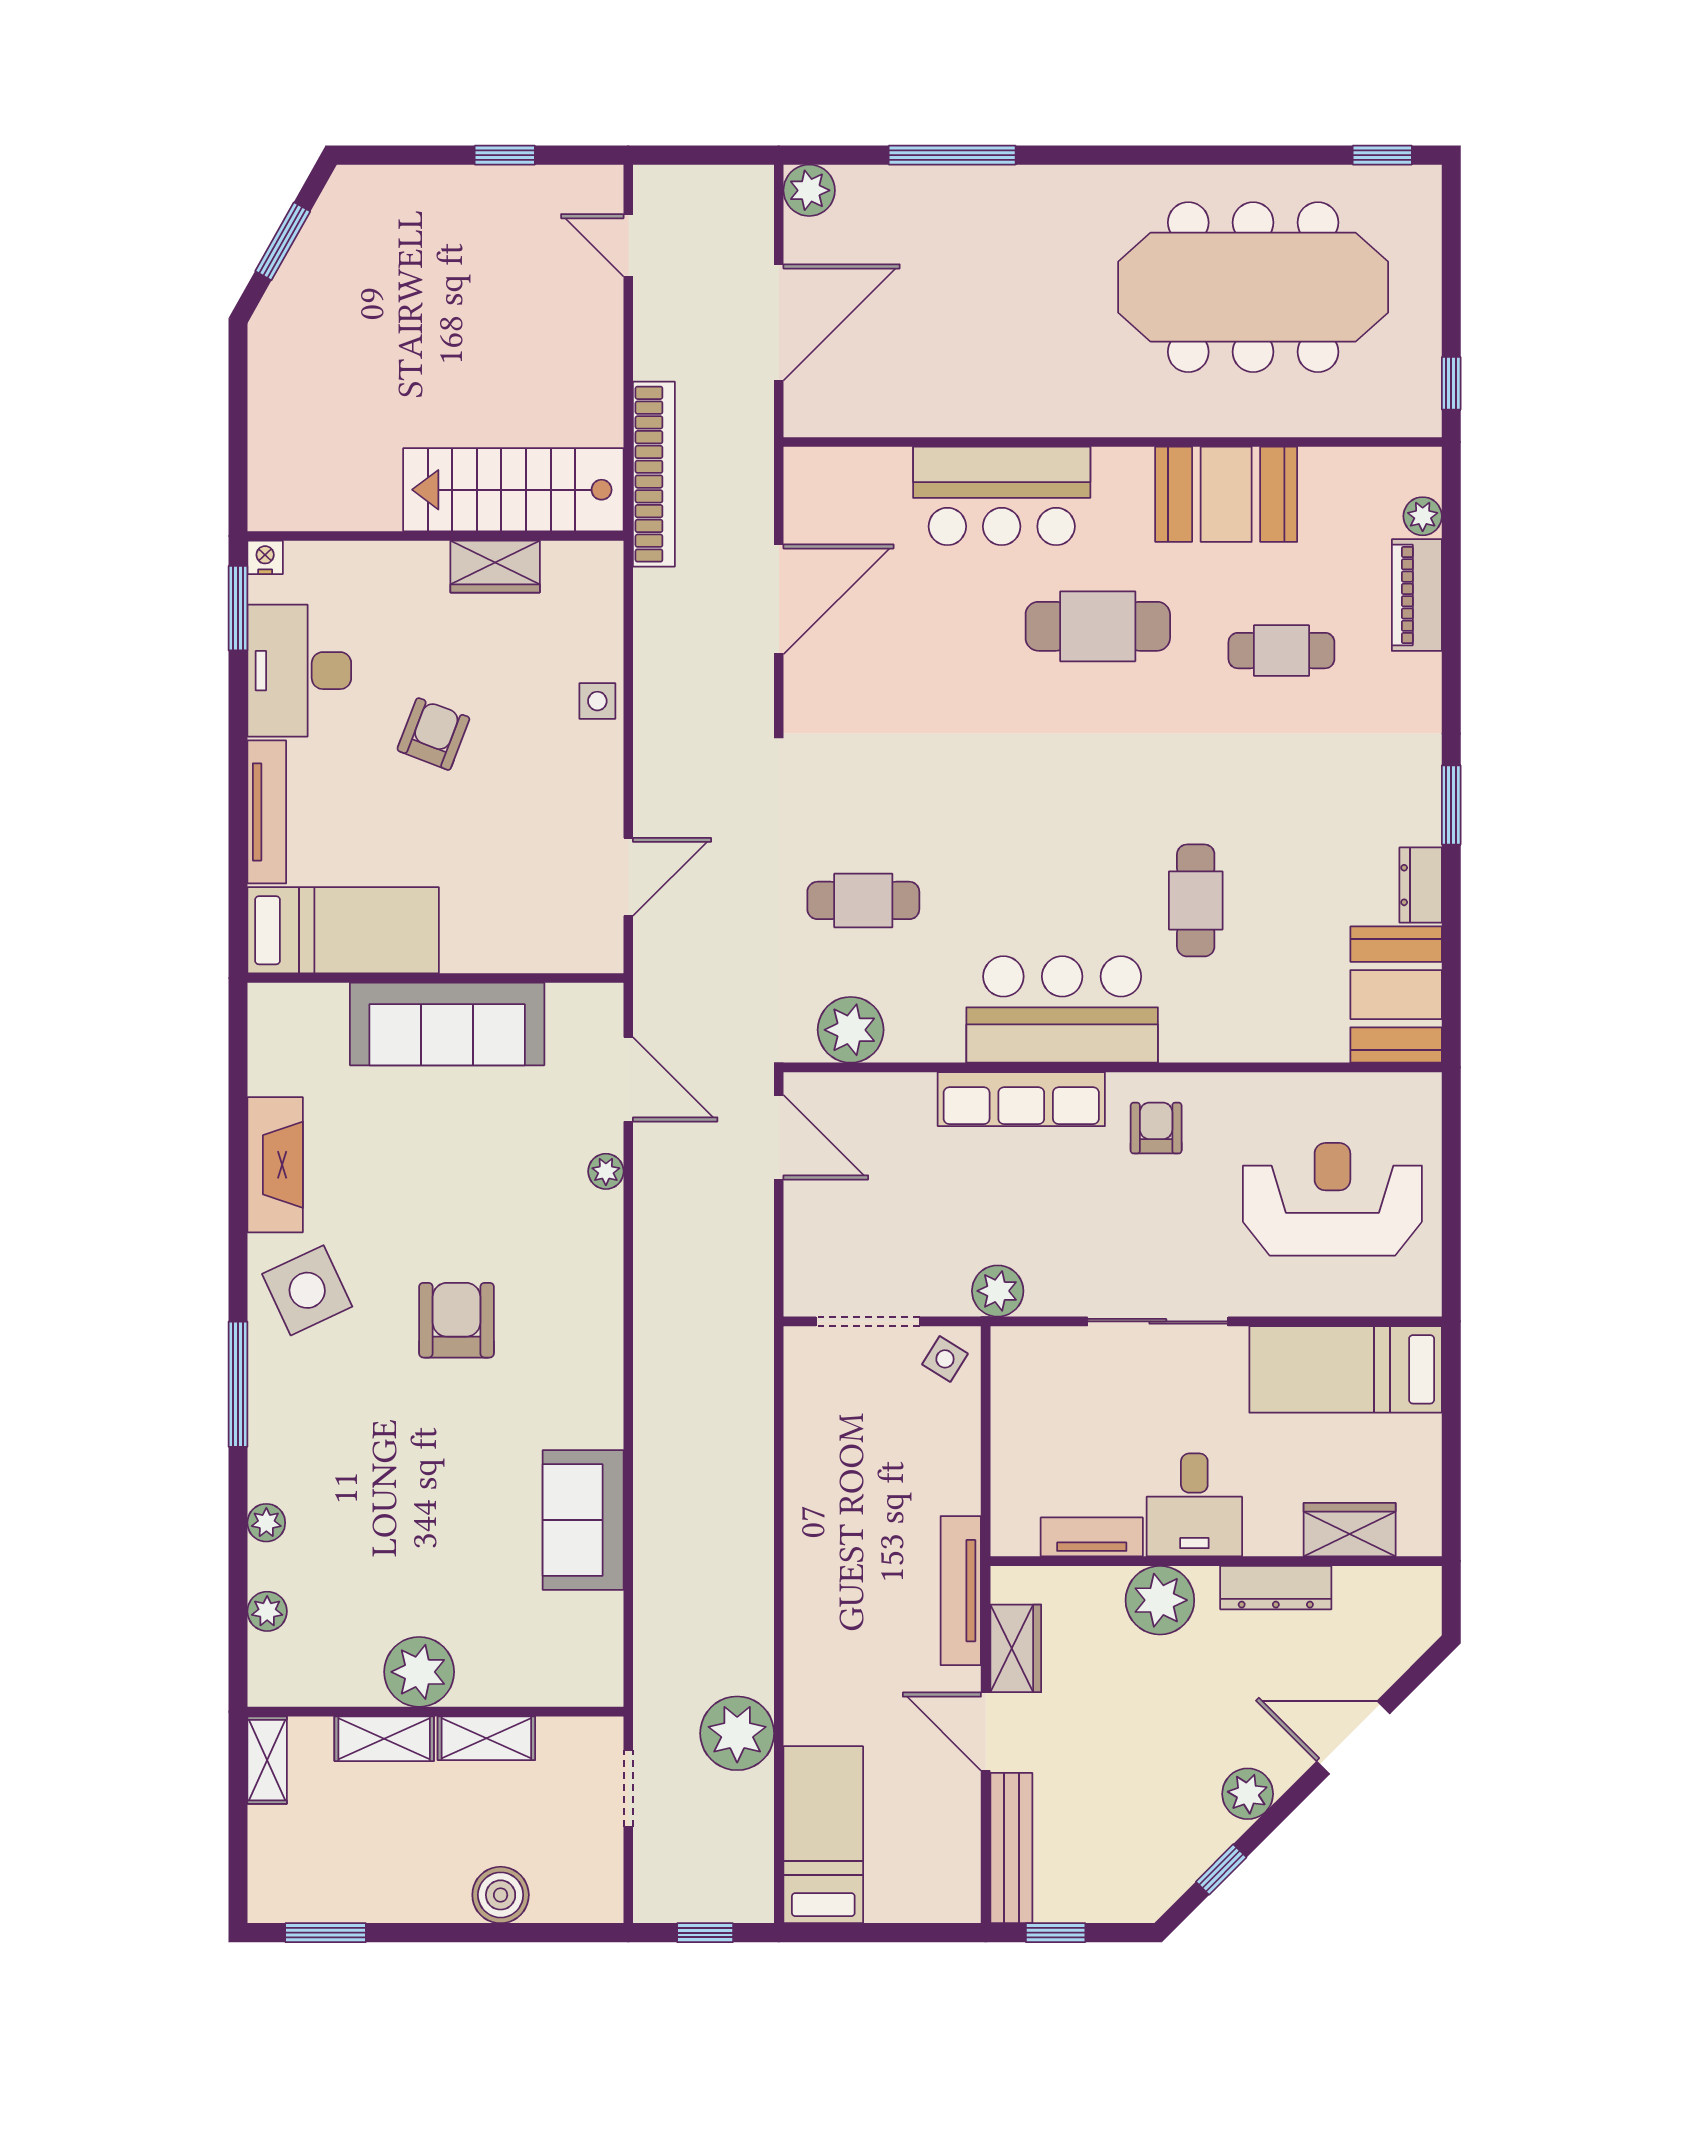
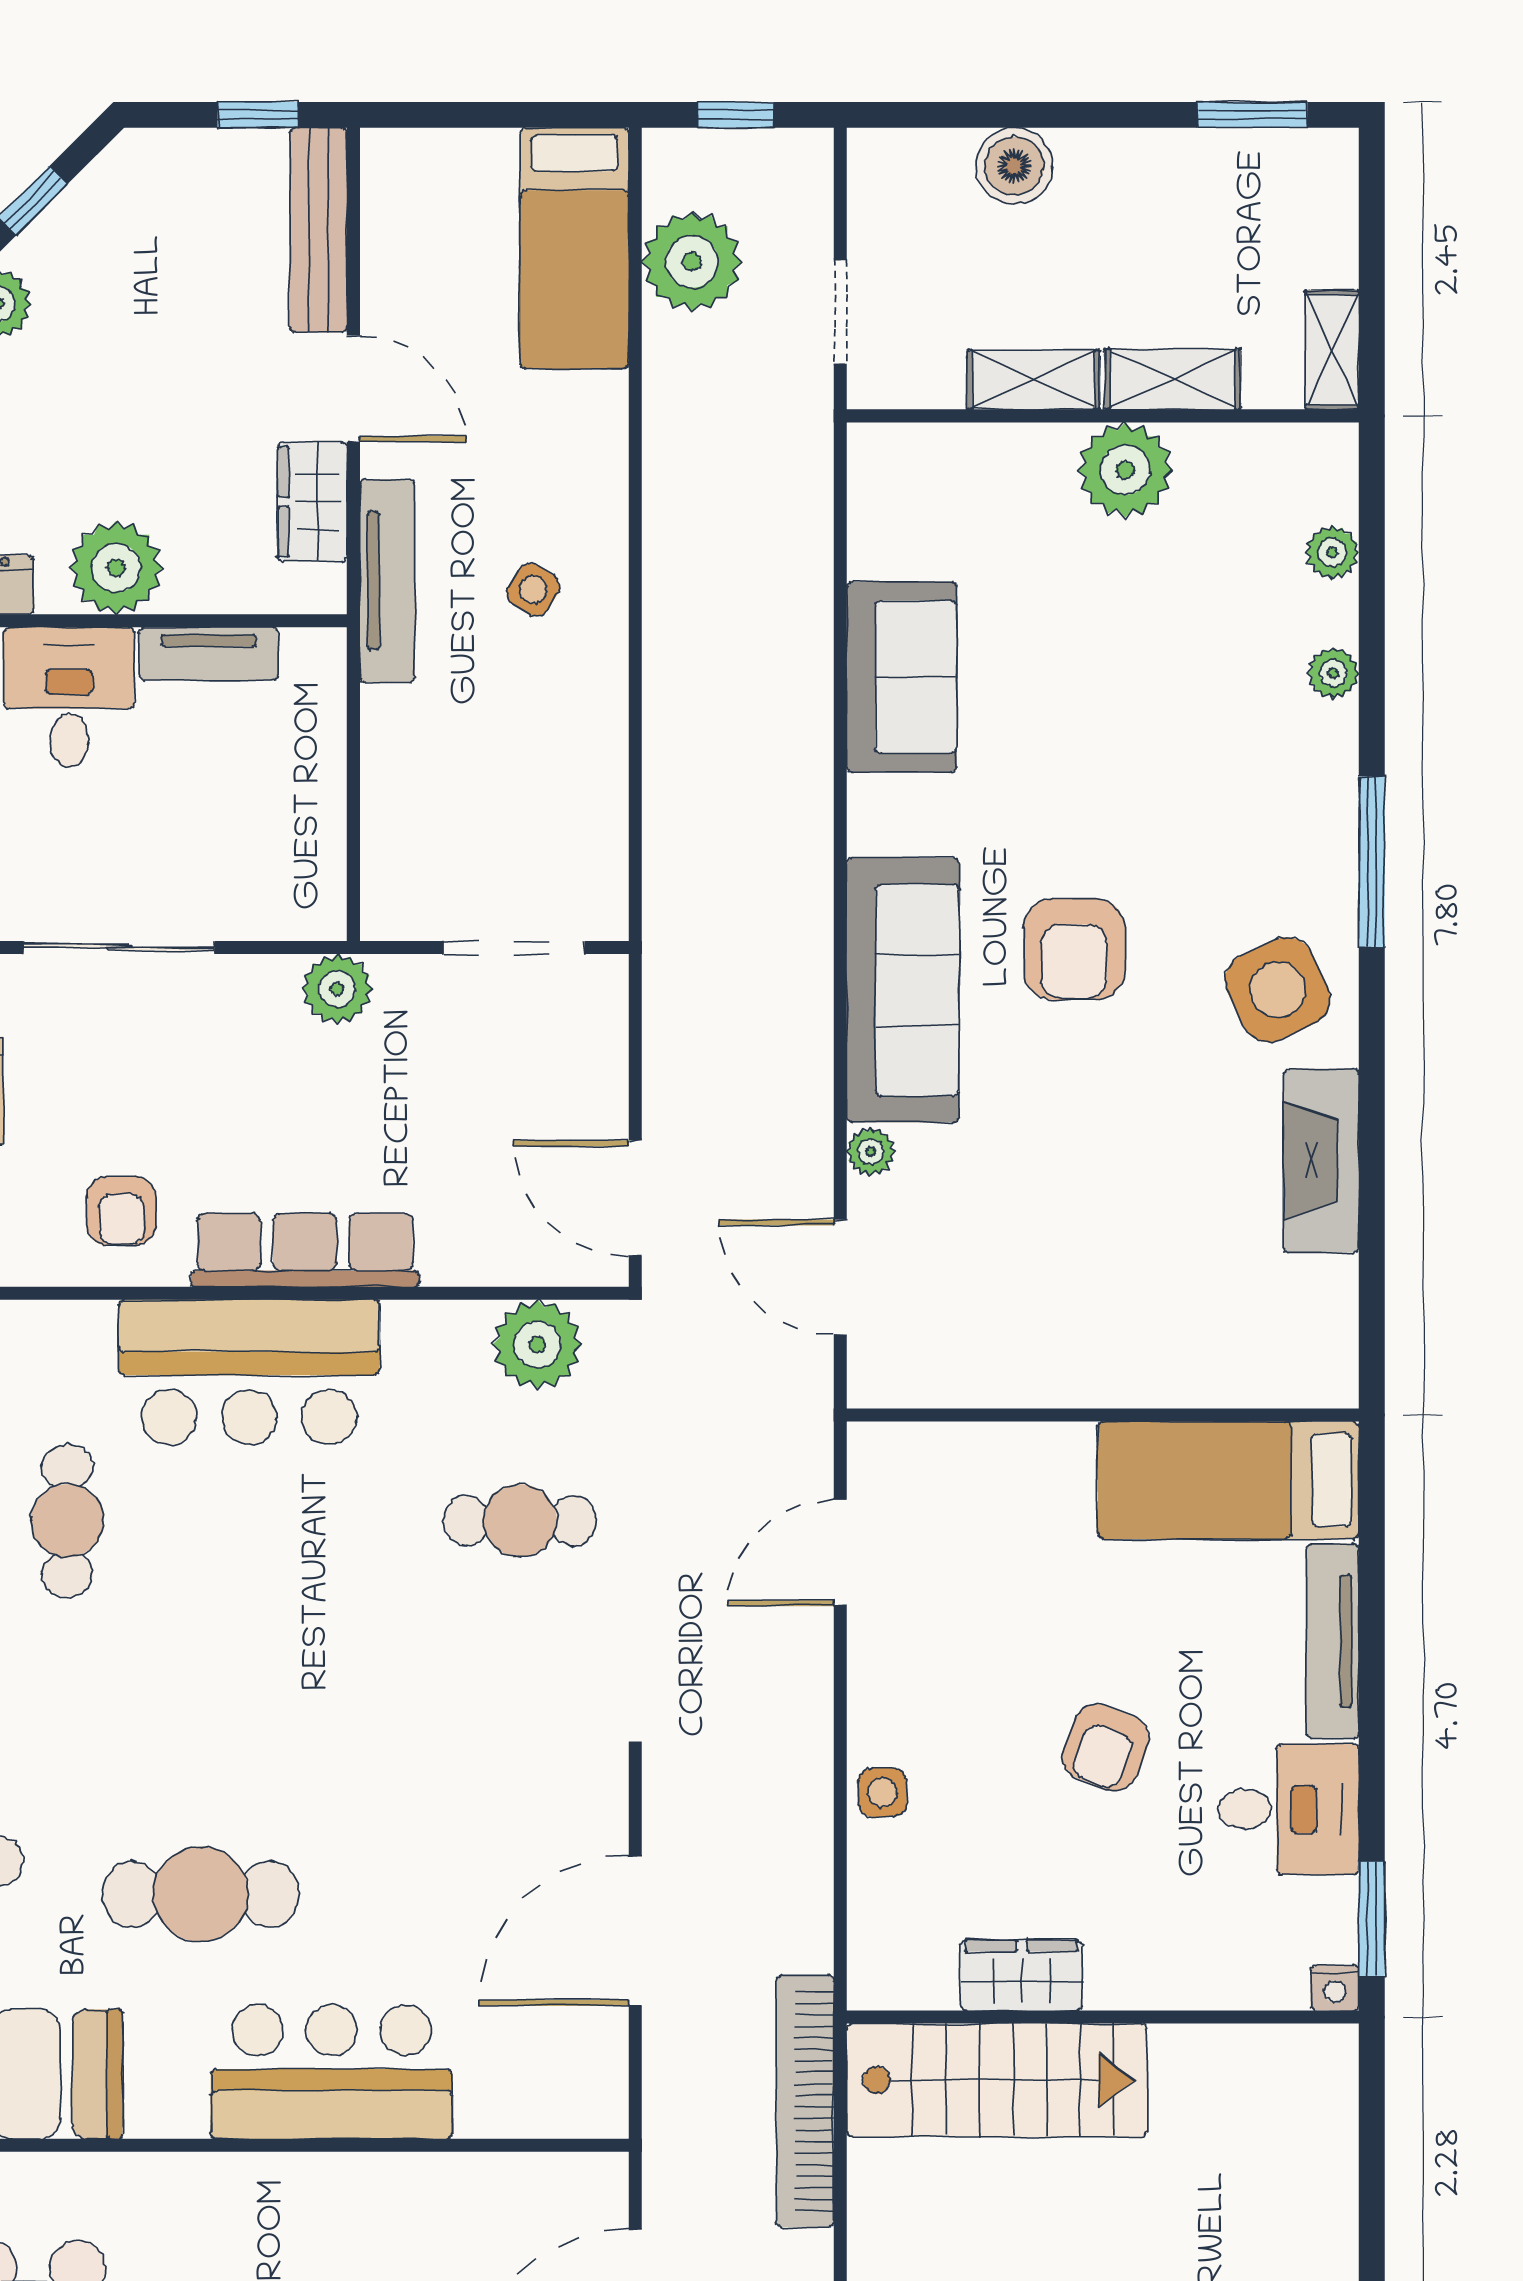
desk: (299, 671) -> (1288, 1809), width x0.73
sofa: (447, 1024) -> (903, 990), moved, turned 90
side table: (945, 1359) -> (533, 590), moved
plant: (737, 1733) -> (692, 262), moved

